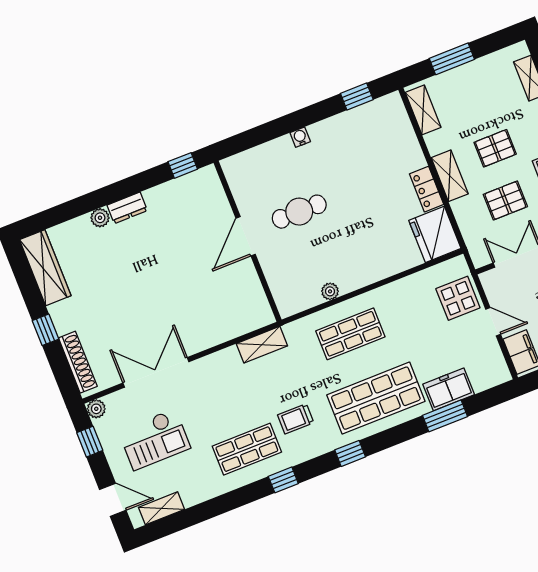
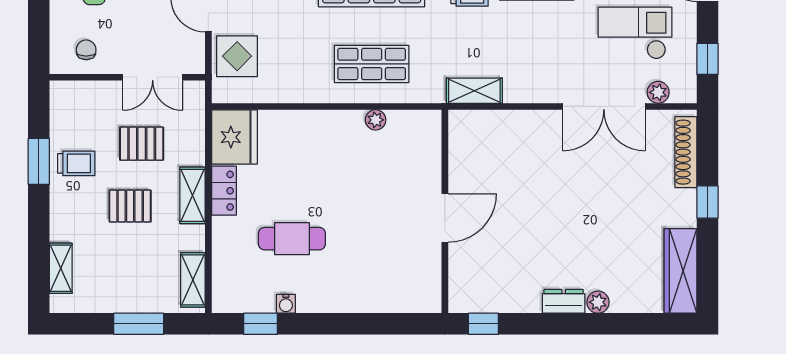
water cooler: (300, 137) -> (286, 304), moved
cafe table: (299, 212) -> (292, 239), moved
plant: (96, 409) -> (658, 92), moved

